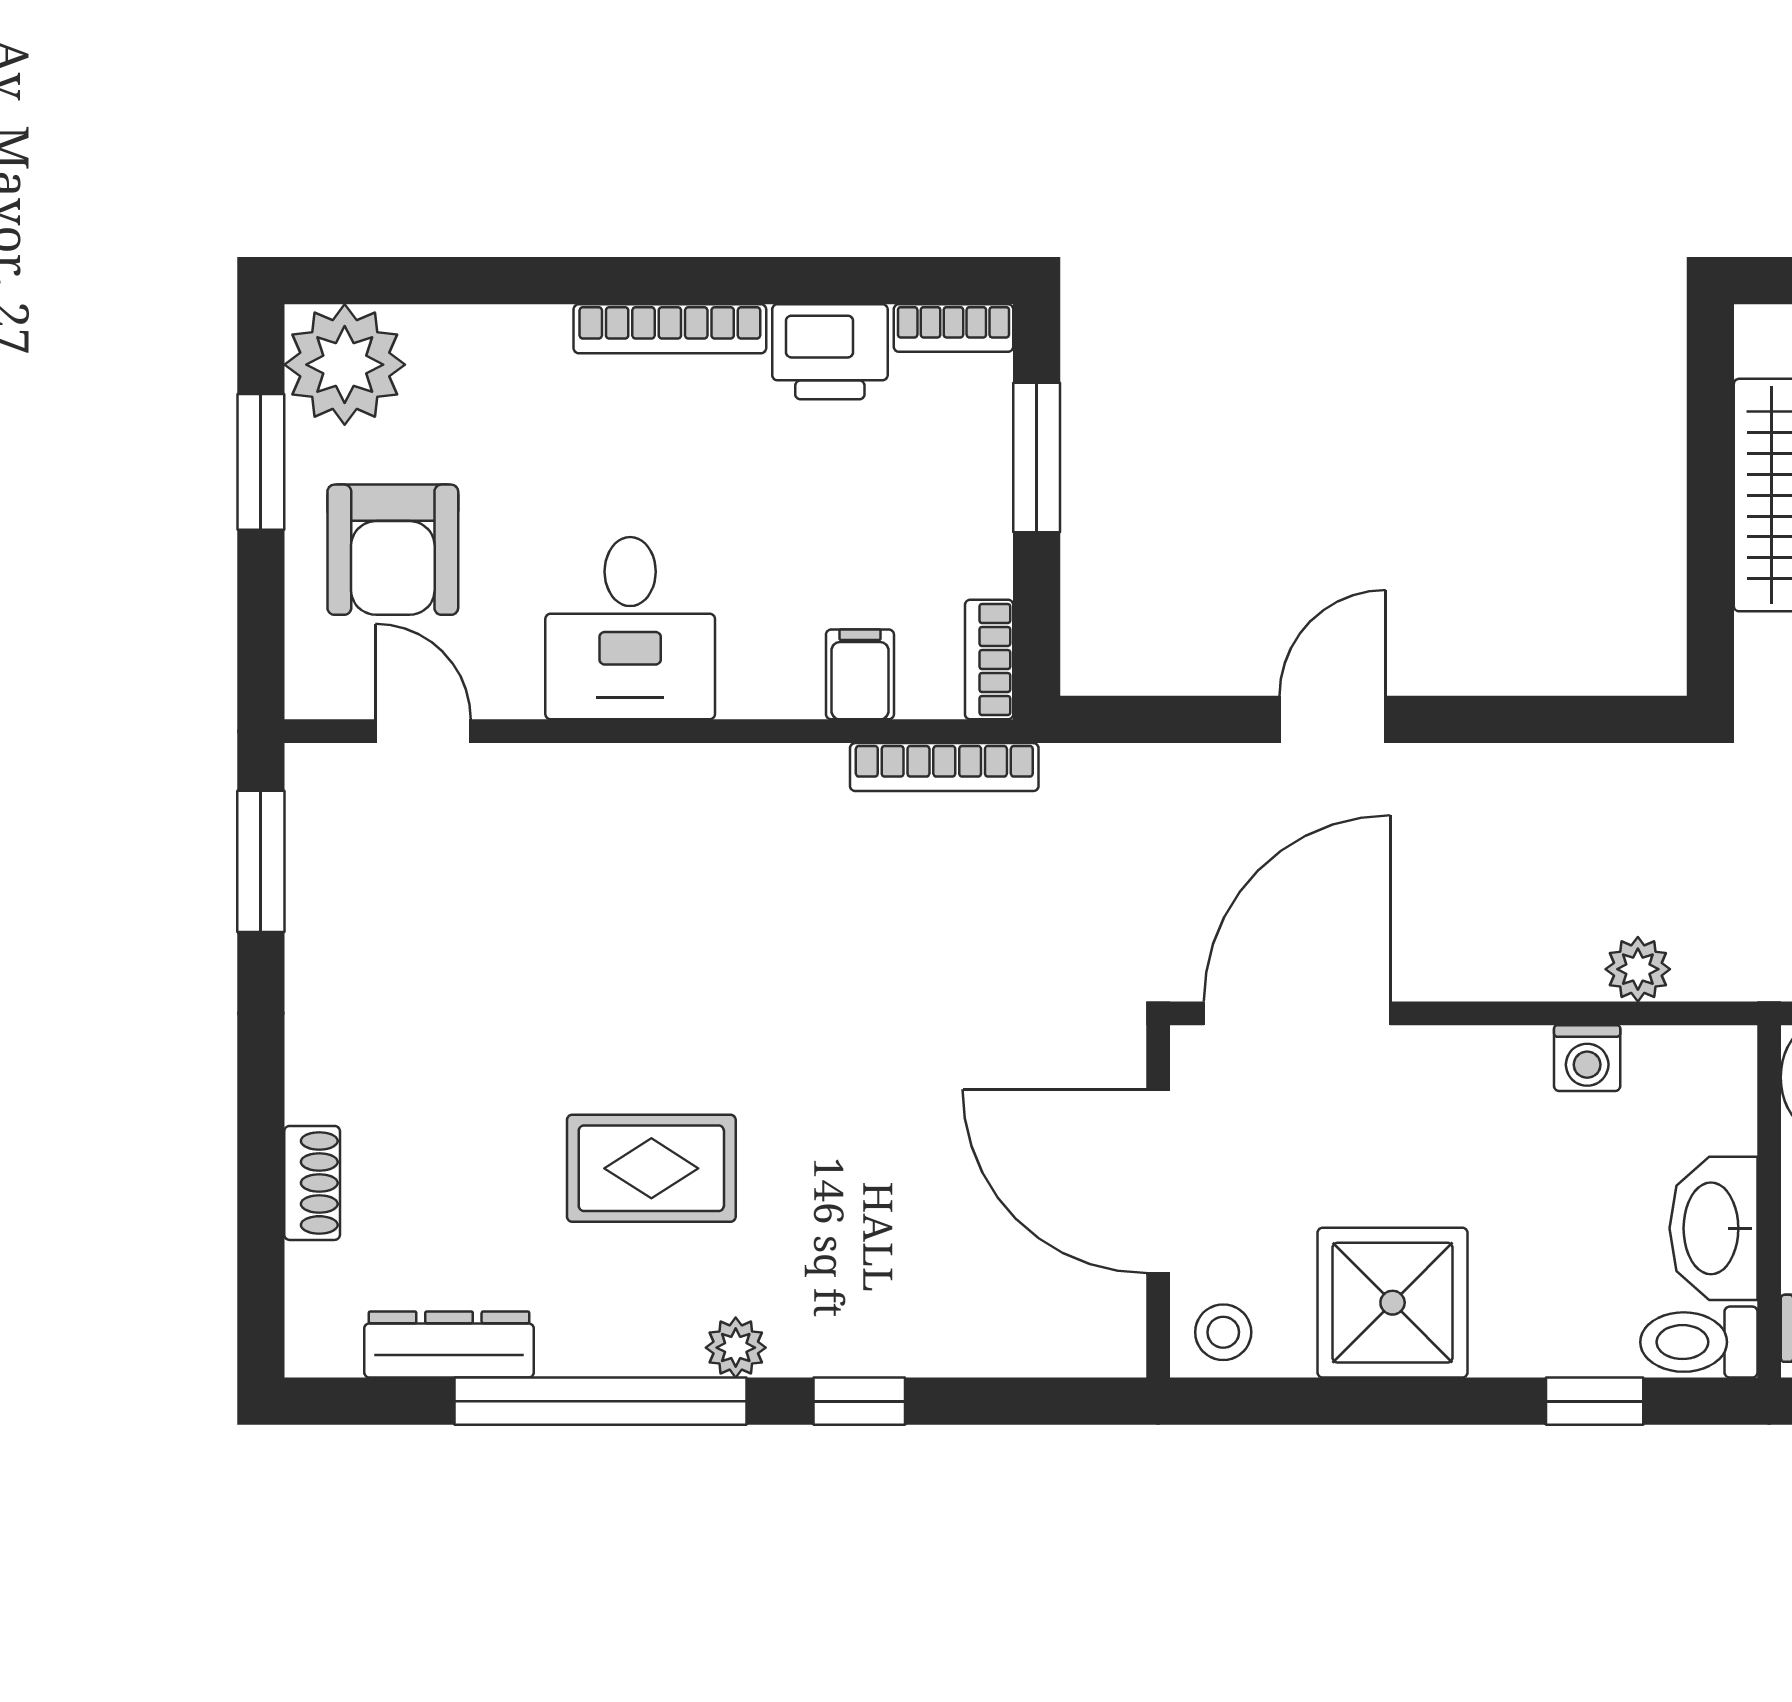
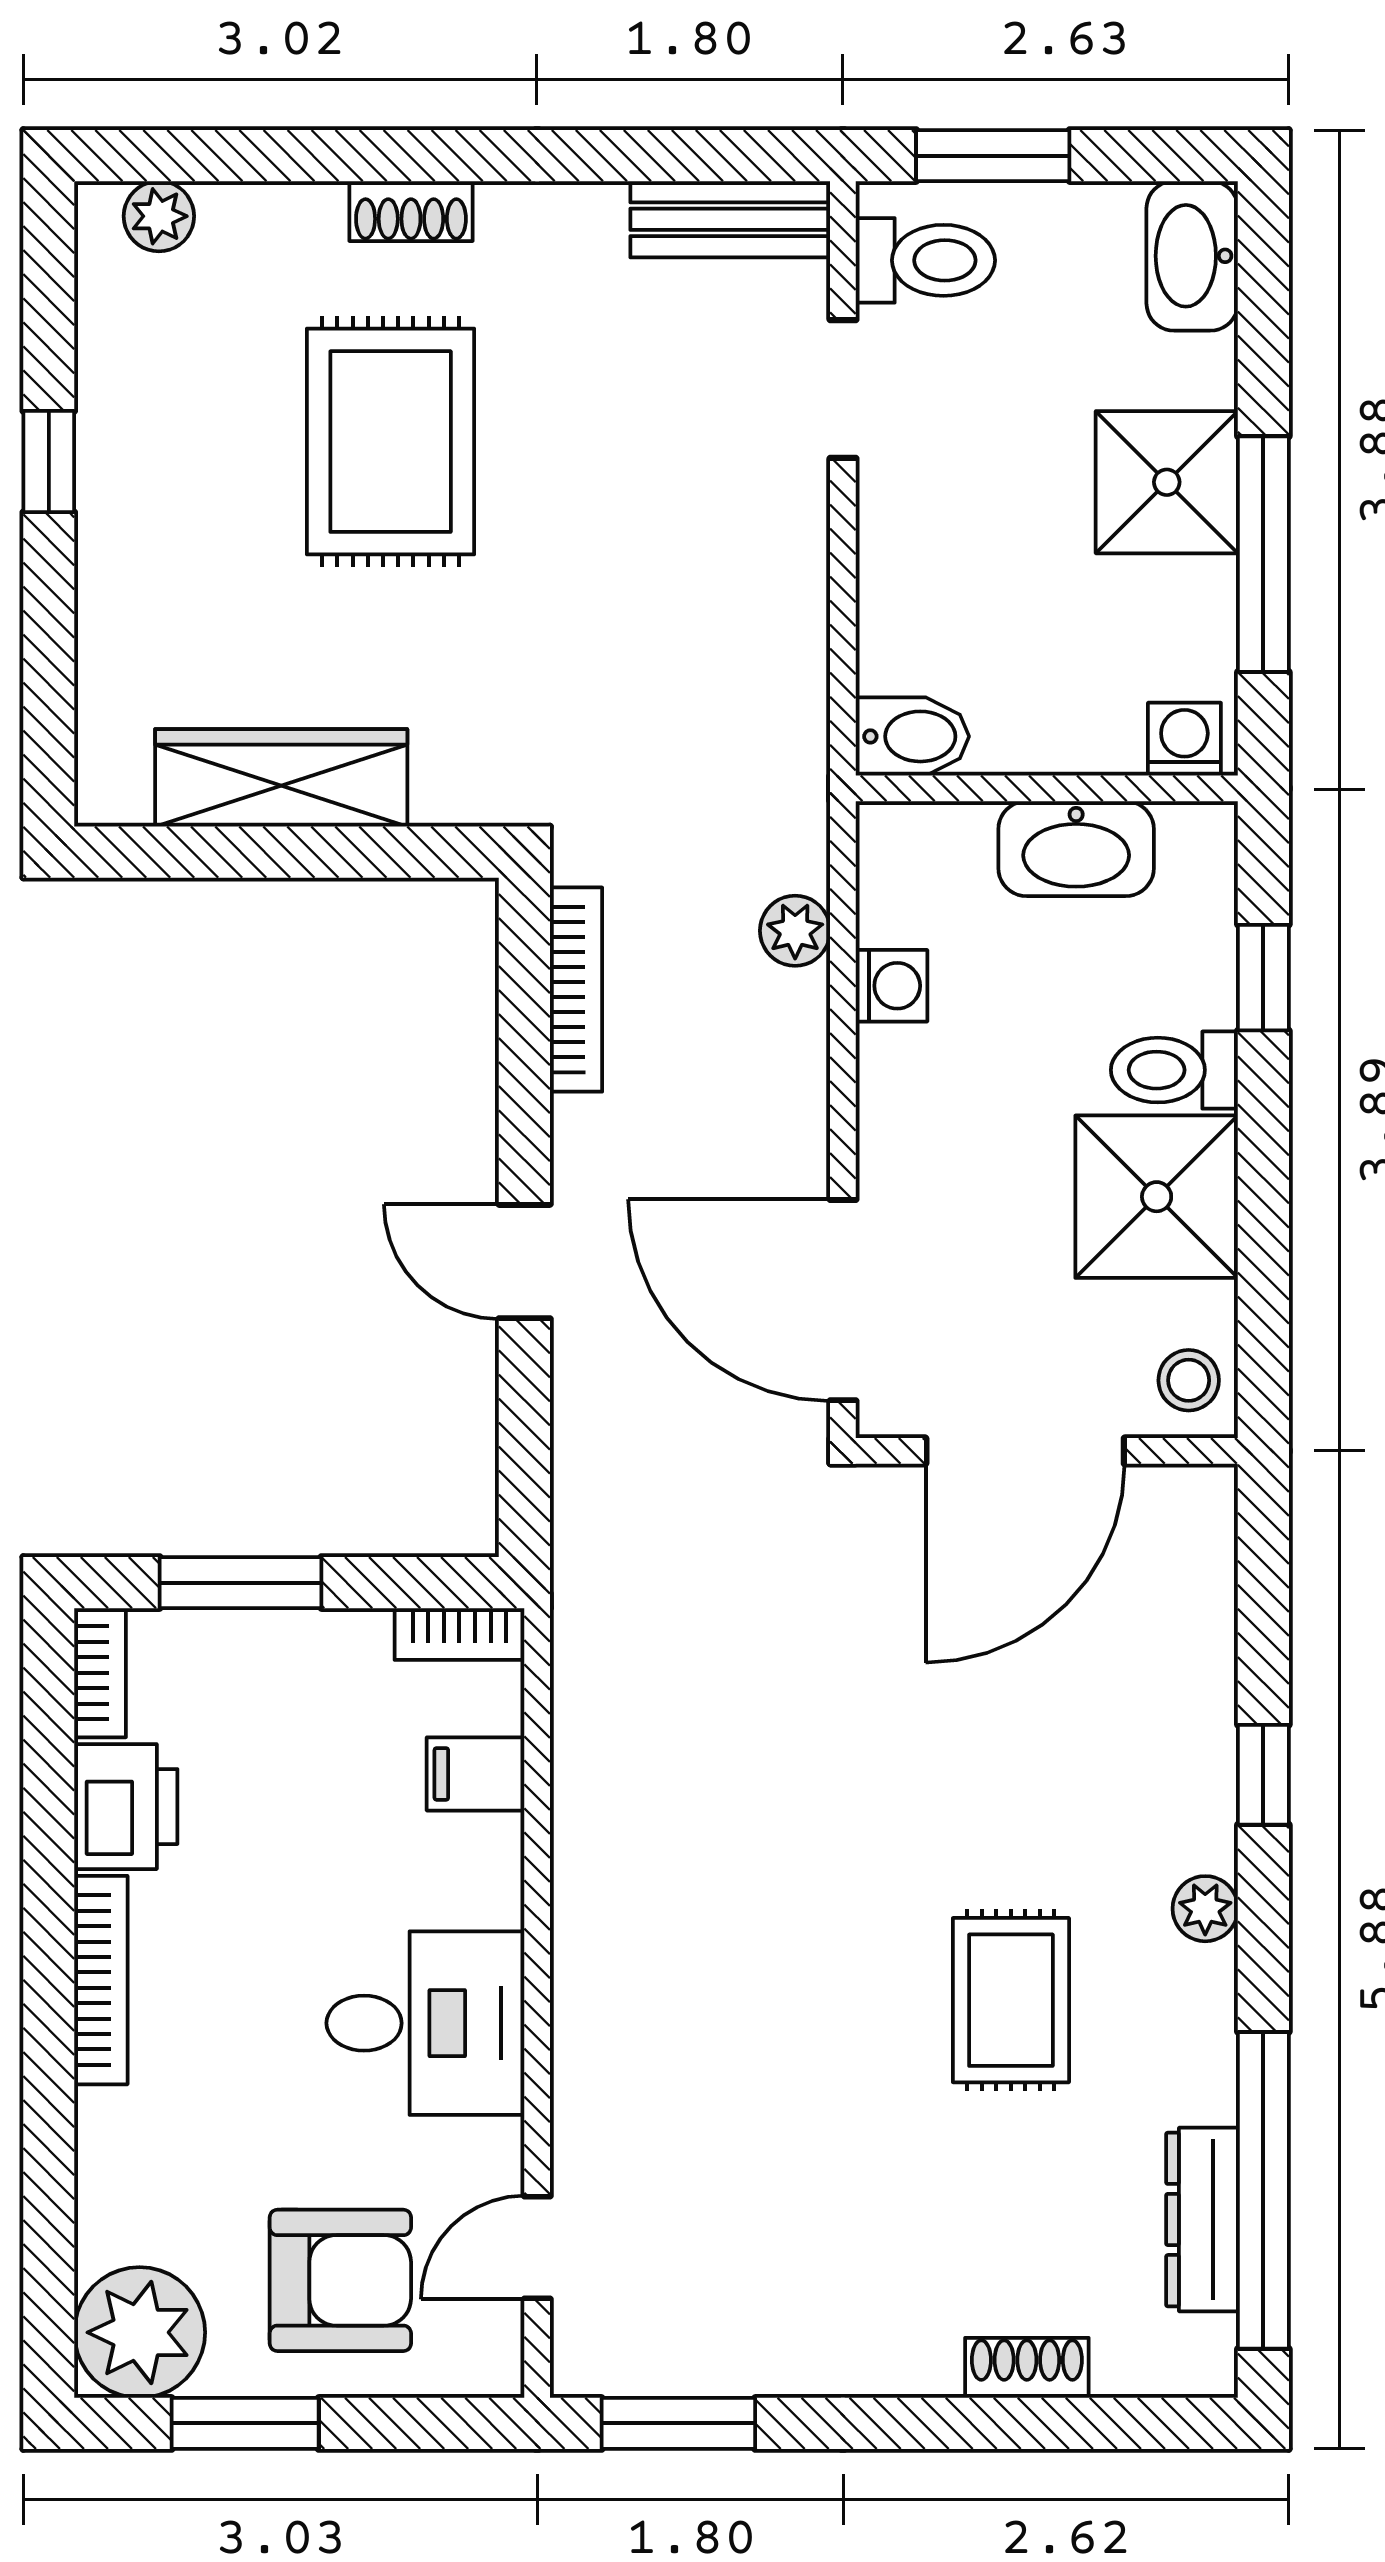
bookcase: (944, 767) -> (576, 990), moved
toilet: (1699, 1342) -> (1174, 1070), moved, turned 90
window: (600, 1401) -> (1263, 2190), moved

